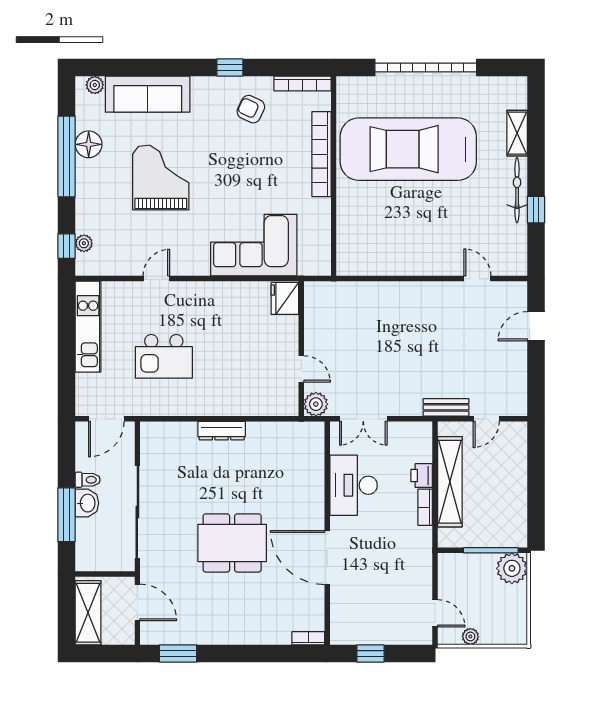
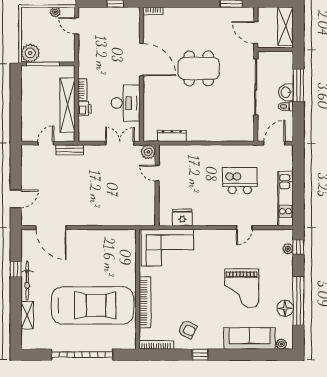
corner sofa: (254, 245) -> (167, 248), moved
door: (477, 279) -> (51, 228), width x1.87
fridge: (285, 298) -> (182, 218), moved, turned -90
dresser: (222, 431) -> (172, 136), moved

